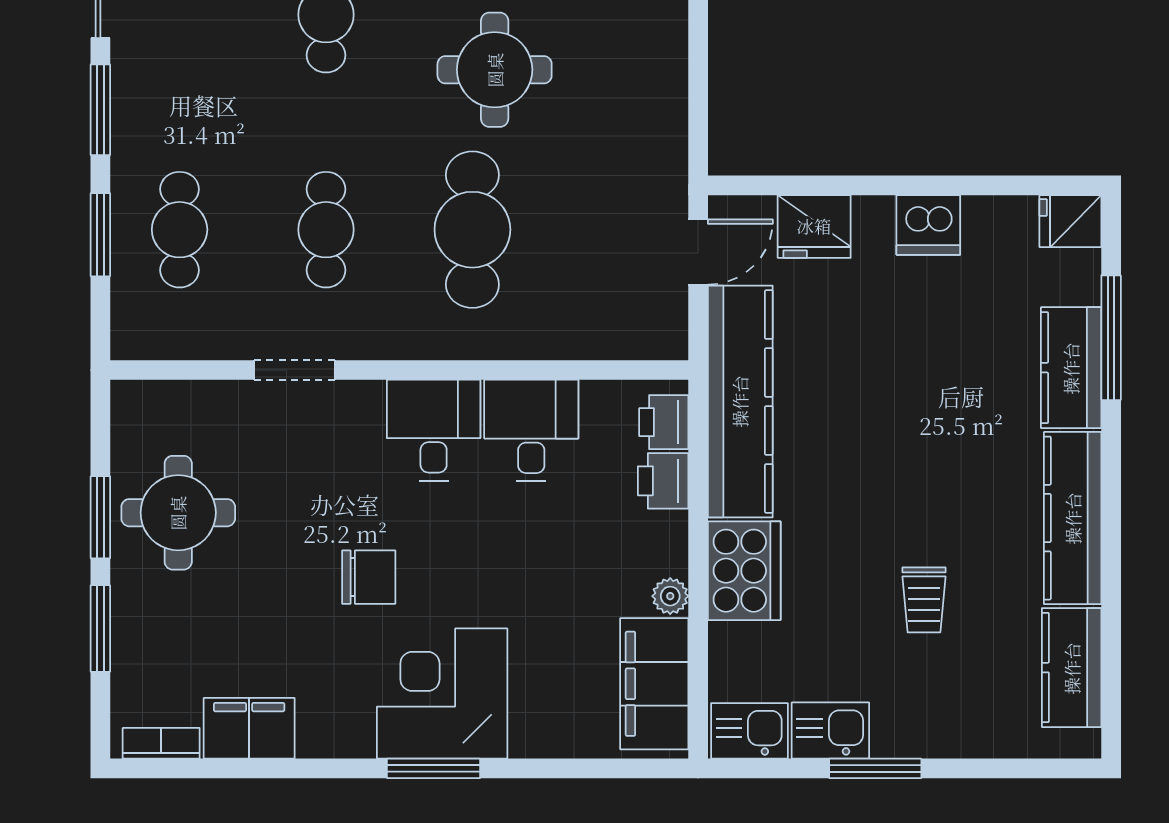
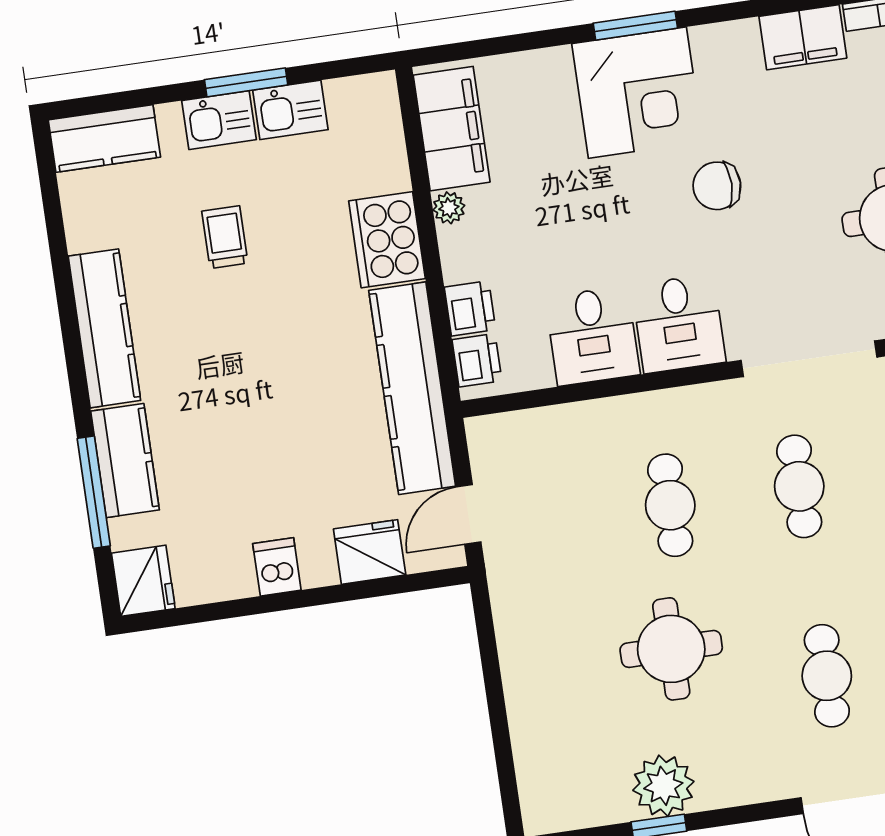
fridge: (1070, 221) -> (143, 581), width x1.38
dishwasher: (928, 225) -> (277, 567), width x0.73
cafe table: (472, 230) -> (670, 505), width x0.73, depth x0.74
doorway: (294, 370) -> (809, 359), width x1.87
kitchen counter: (1072, 668) -> (104, 139), moved, turned 90
kitchen sink: (749, 731) -> (219, 120), moved

